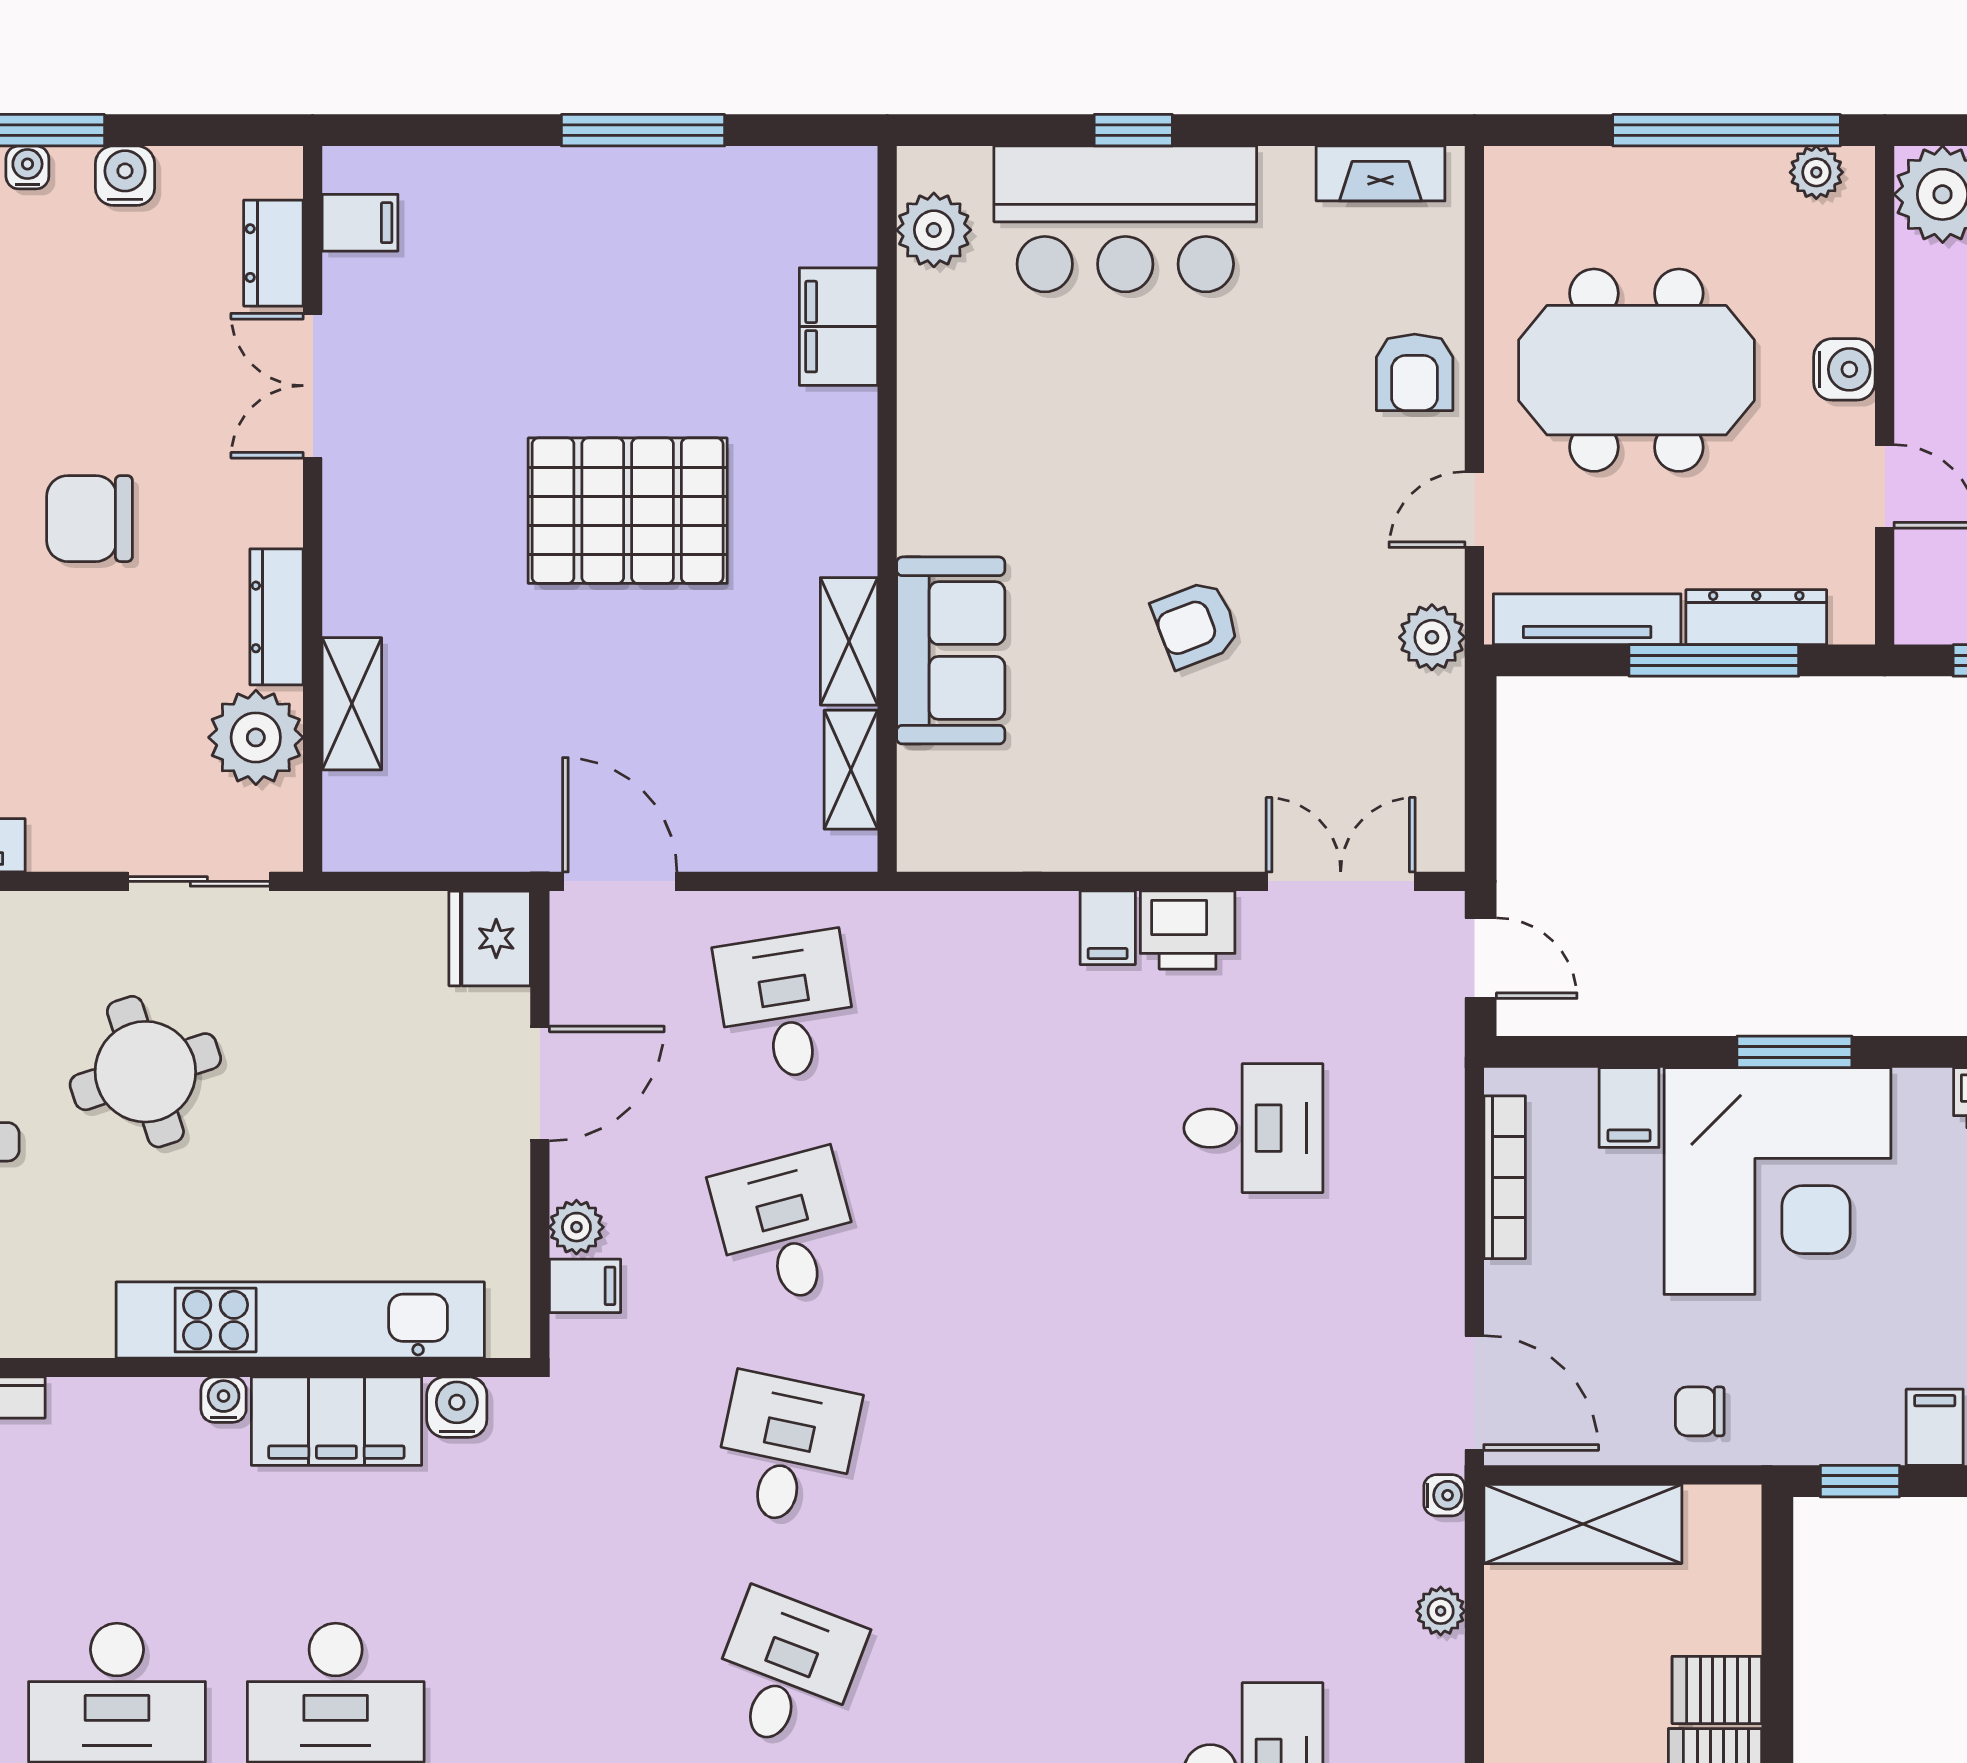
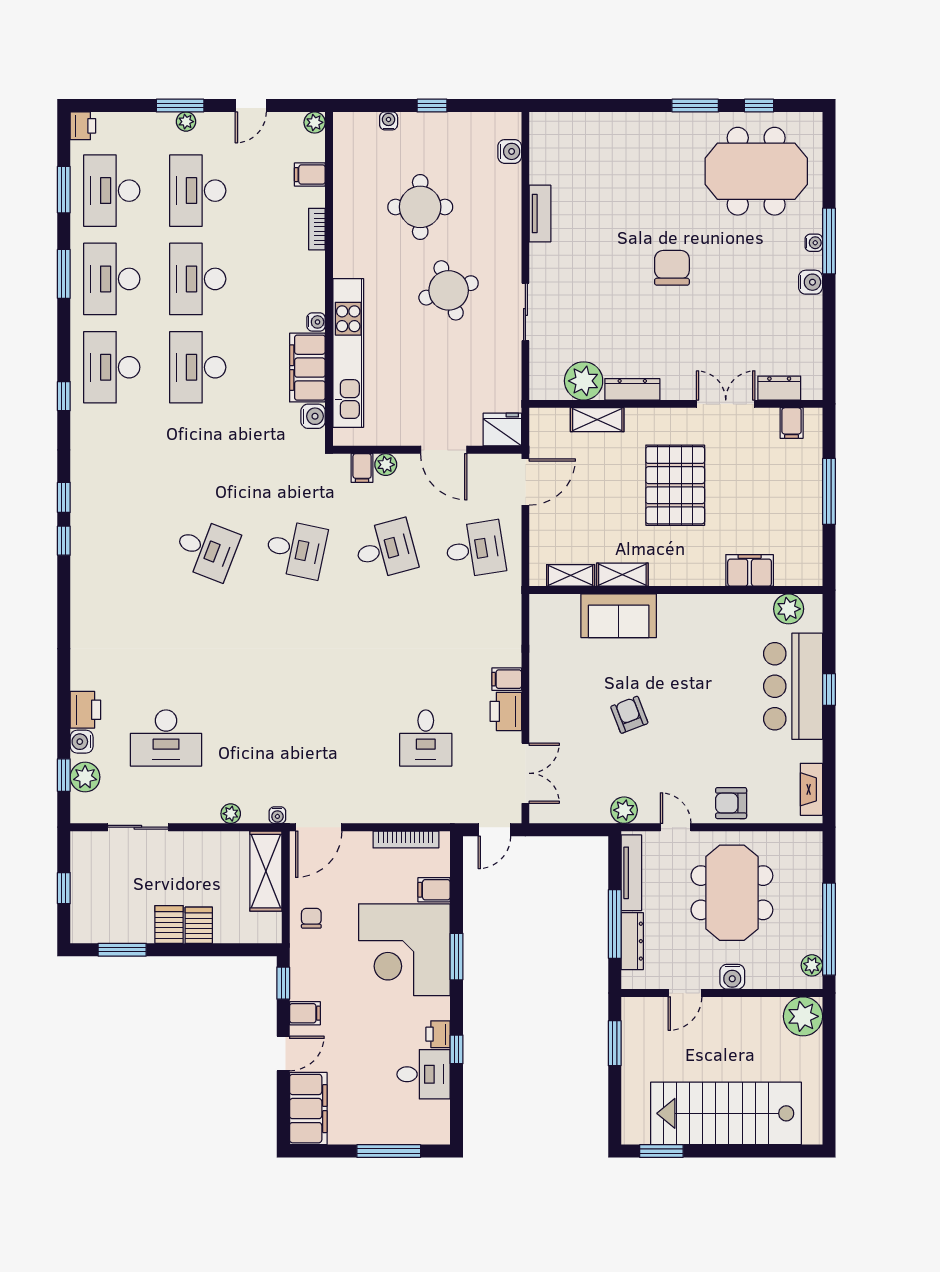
filing cabinet: (360, 223) -> (792, 423), moved
dresser: (273, 253) -> (779, 388), moved
double door: (313, 386) -> (726, 404), moved
wall: (313, 509) -> (676, 404), moved
dresser: (277, 617) -> (632, 389), moved
shelving: (352, 704) -> (597, 420), moved
plant: (256, 737) -> (584, 381), moved

